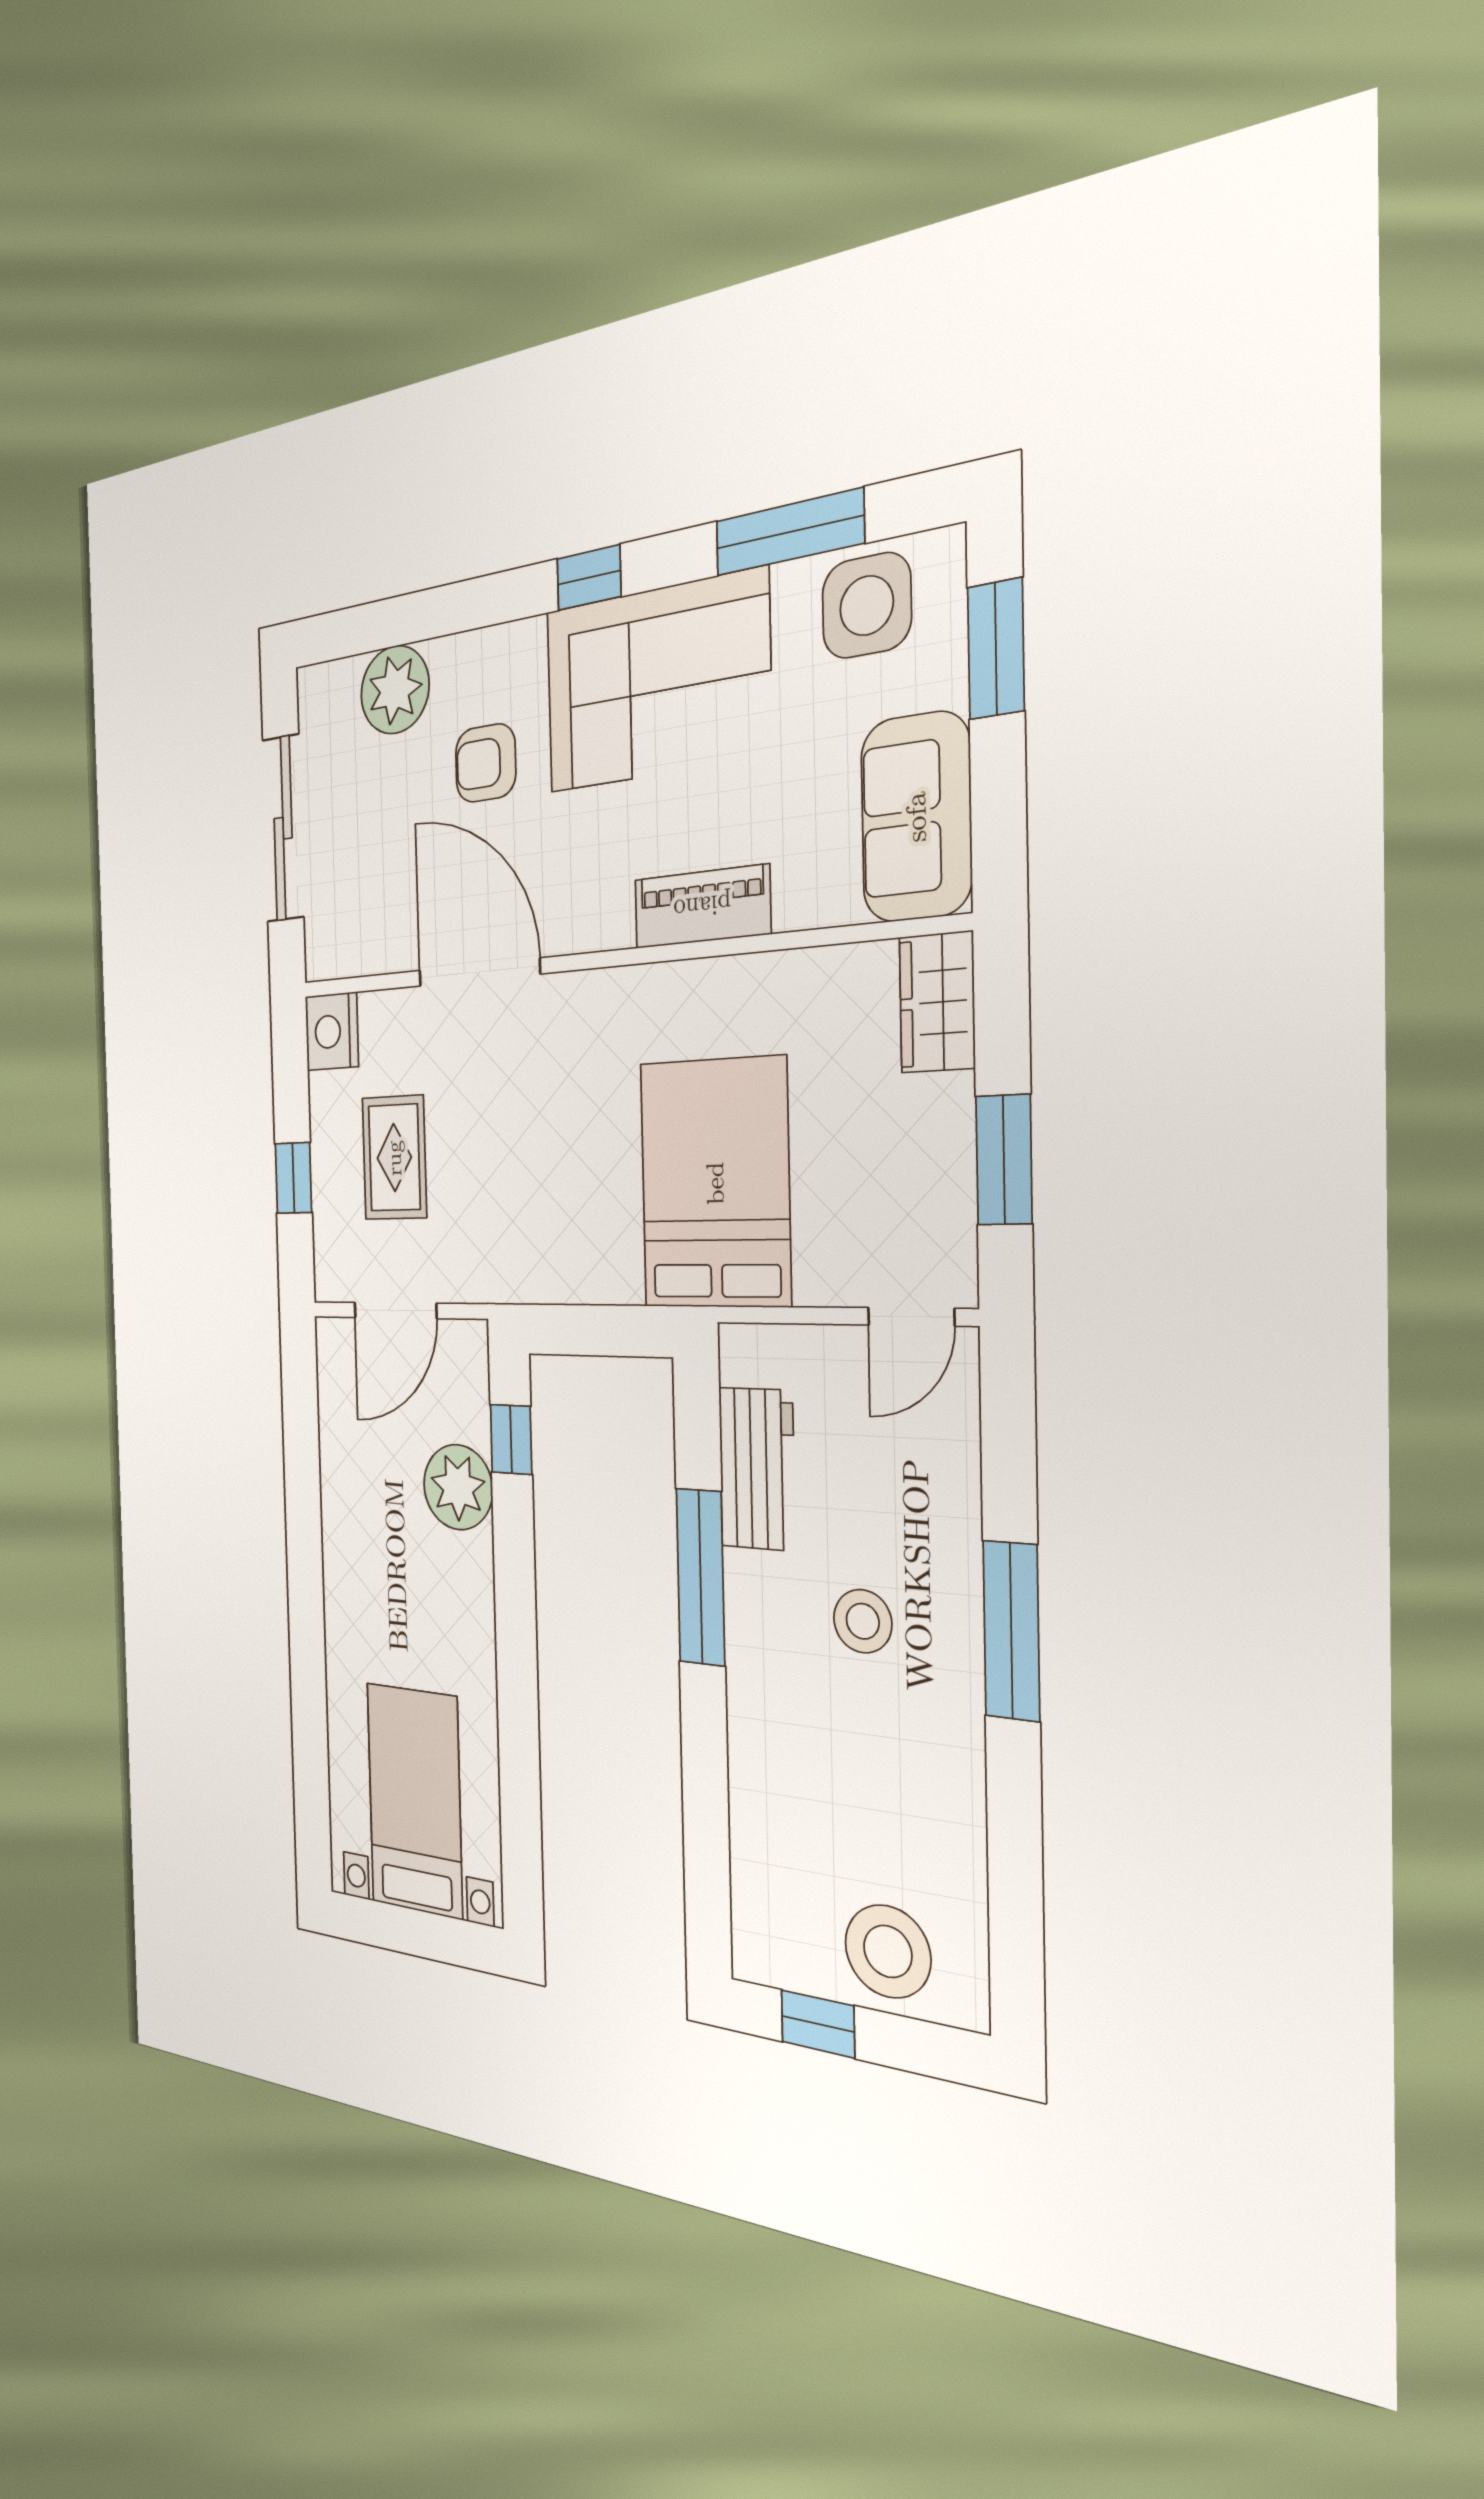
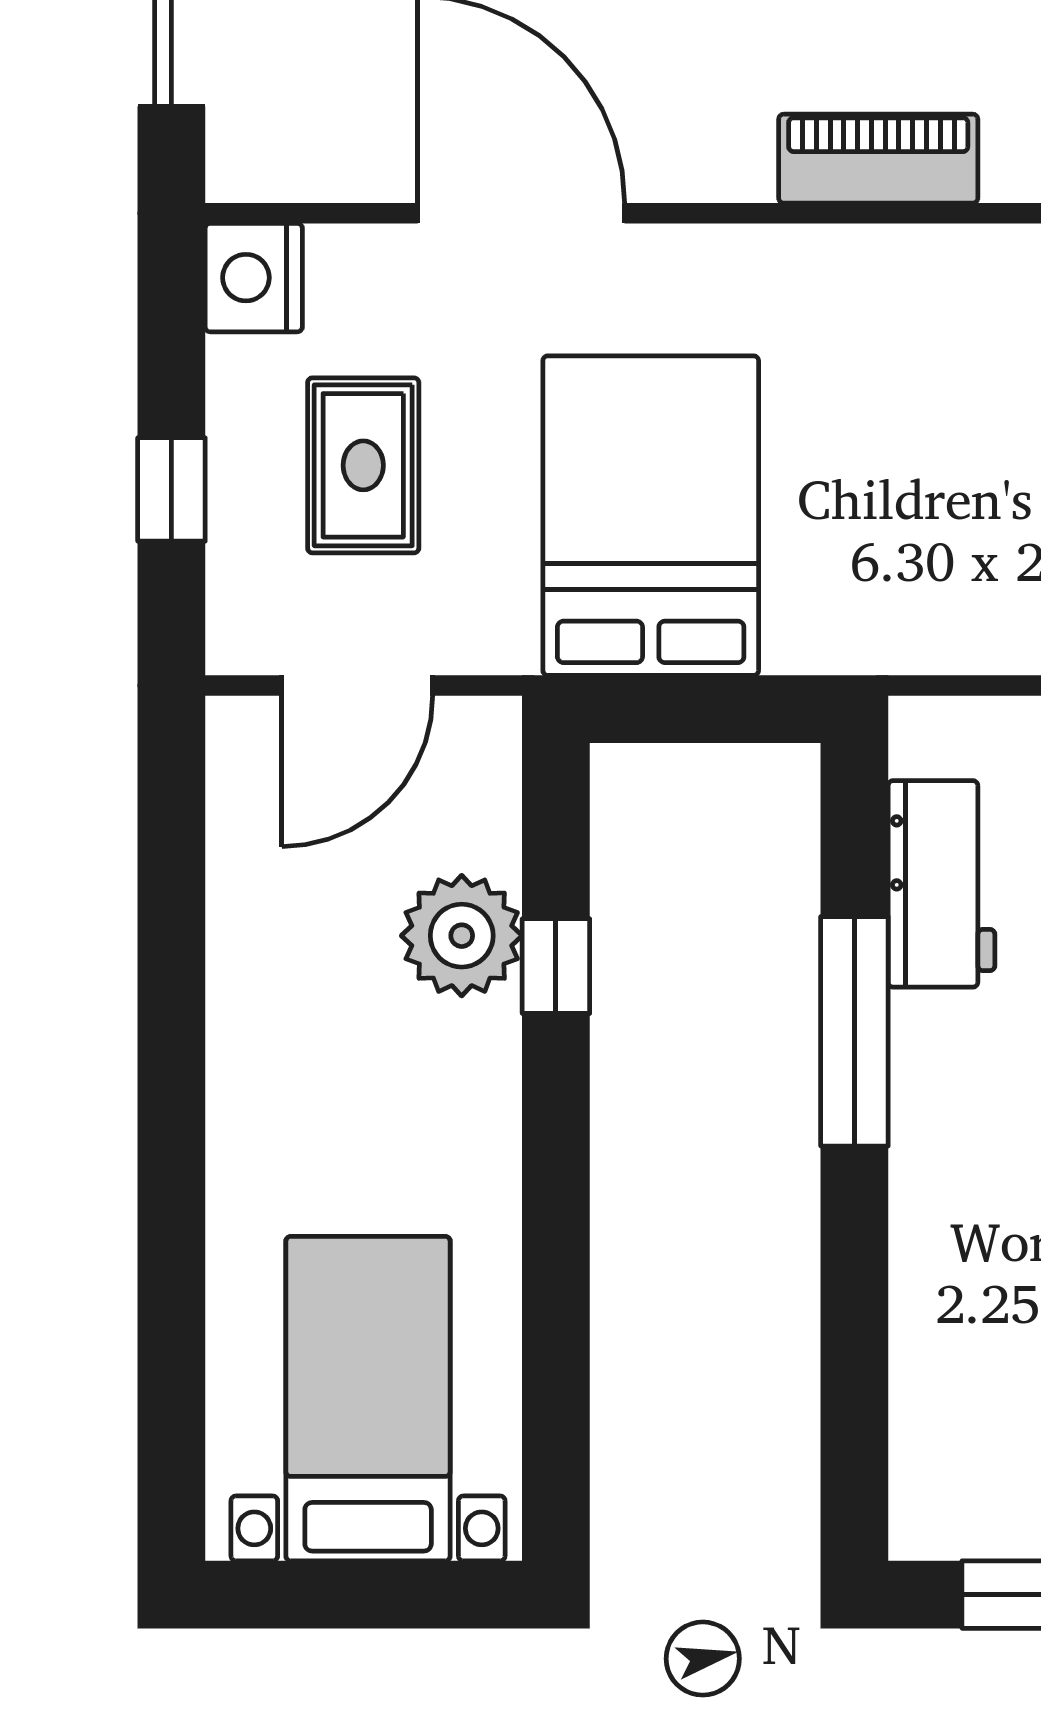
bed: (715, 1183) -> (651, 516), moved
window: (511, 1439) -> (556, 966), moved

